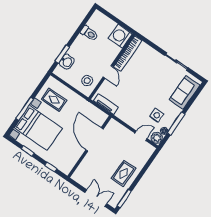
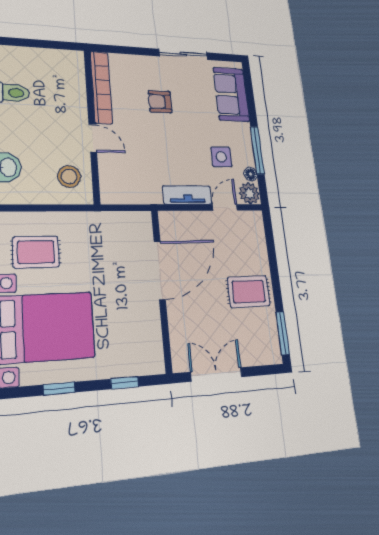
washing machine: (120, 36) -> (67, 66), removed
armchair: (149, 75) -> (160, 102), added
tv unit: (106, 104) -> (187, 195), moved
door: (94, 139) -> (160, 270), swing flipped
rug: (123, 173) -> (248, 292), turned 90
double door: (96, 198) -> (216, 375), moved

